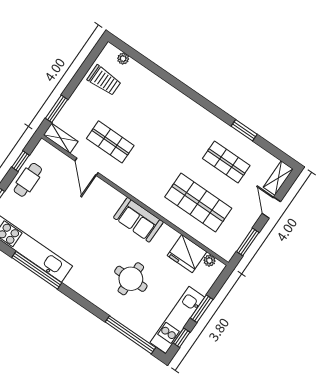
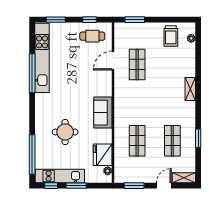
shelving: (61, 138) -> (190, 89), moved
cafe table: (28, 180) -> (92, 36), moved
shop shelf: (198, 203) -> (137, 141), width x0.70, depth x0.74

